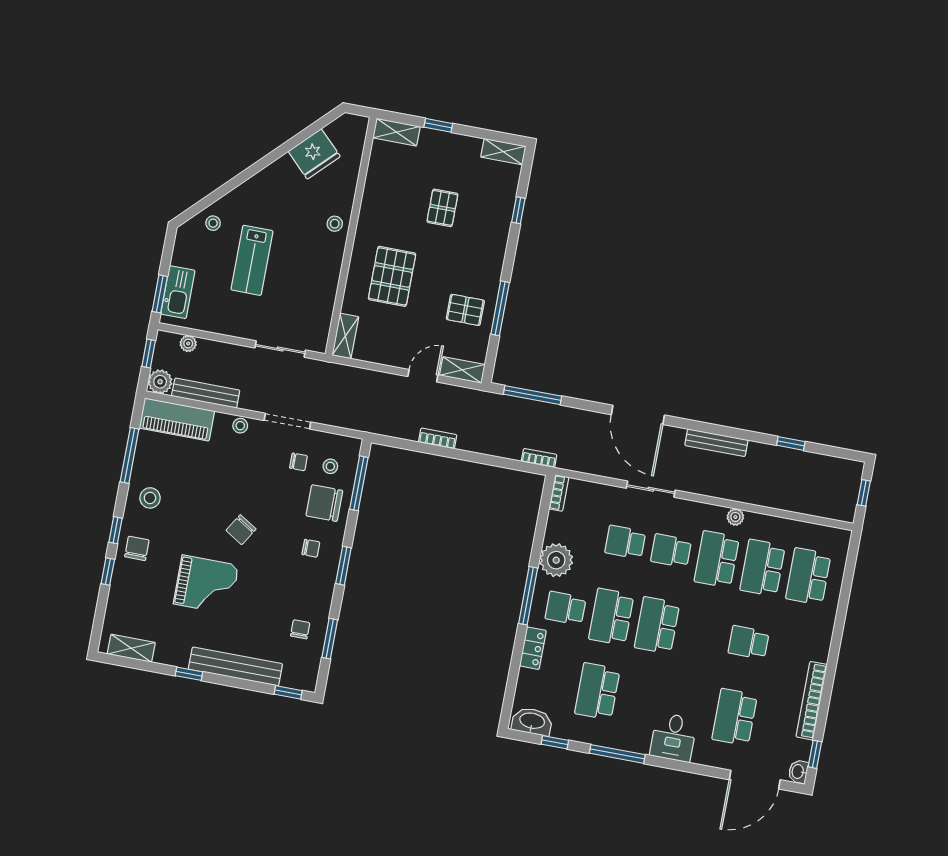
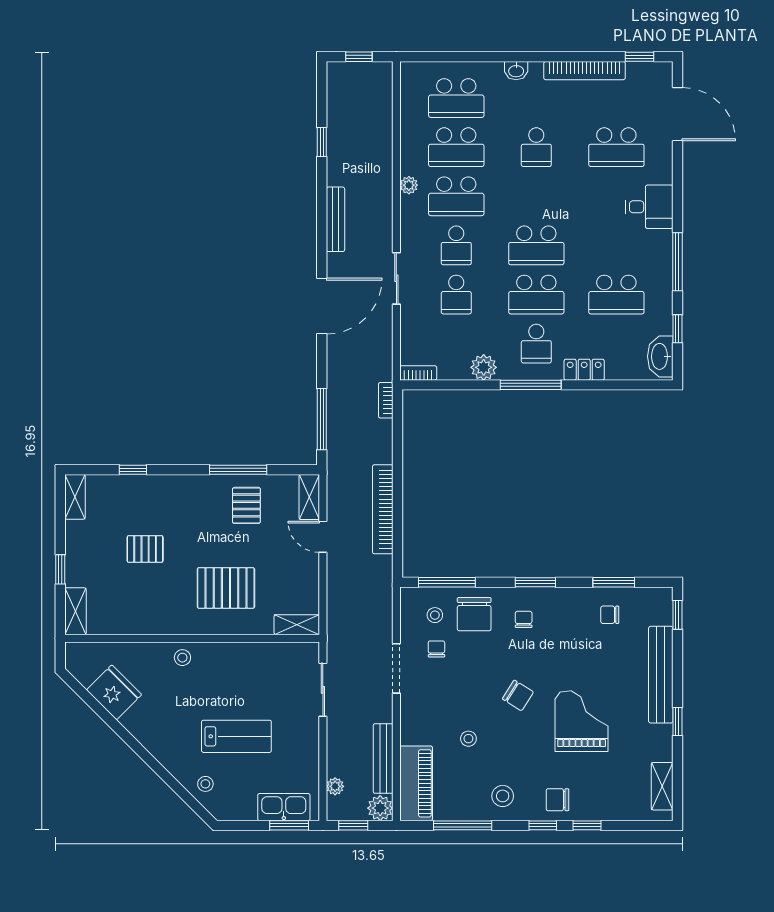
stool: (240, 426) -> (468, 739), moved
bookcase: (438, 439) -> (383, 509), width x2.31, depth x1.31
plant: (556, 560) -> (484, 367), width x0.73, depth x0.73
washbasin: (798, 772) -> (516, 71), moved

